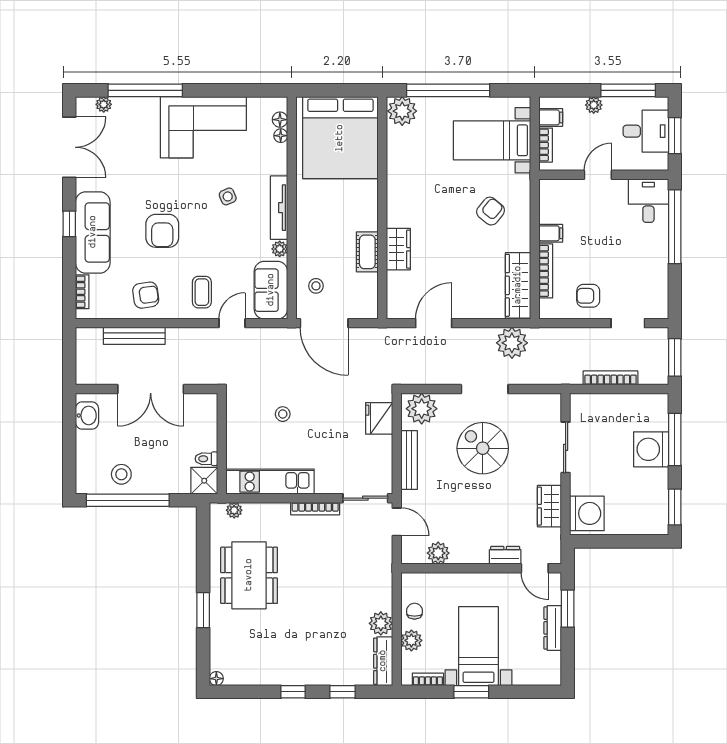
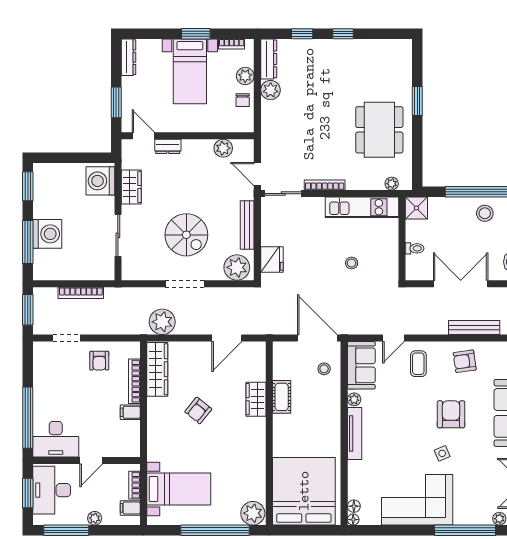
desk: (646, 131) -> (52, 490), width x1.37
floor lamp: (281, 136) -> (353, 520), moved
side table: (228, 196) -> (442, 453), moved
desk: (648, 201) -> (56, 439), width x1.37
armchair: (491, 211) -> (198, 410), moved
armchair: (588, 296) -> (99, 361), turned 90
toilet: (206, 459) -> (415, 248), moved
dresser: (553, 628) -> (129, 57), moved
floor lamp: (216, 679) -> (406, 45), removed

